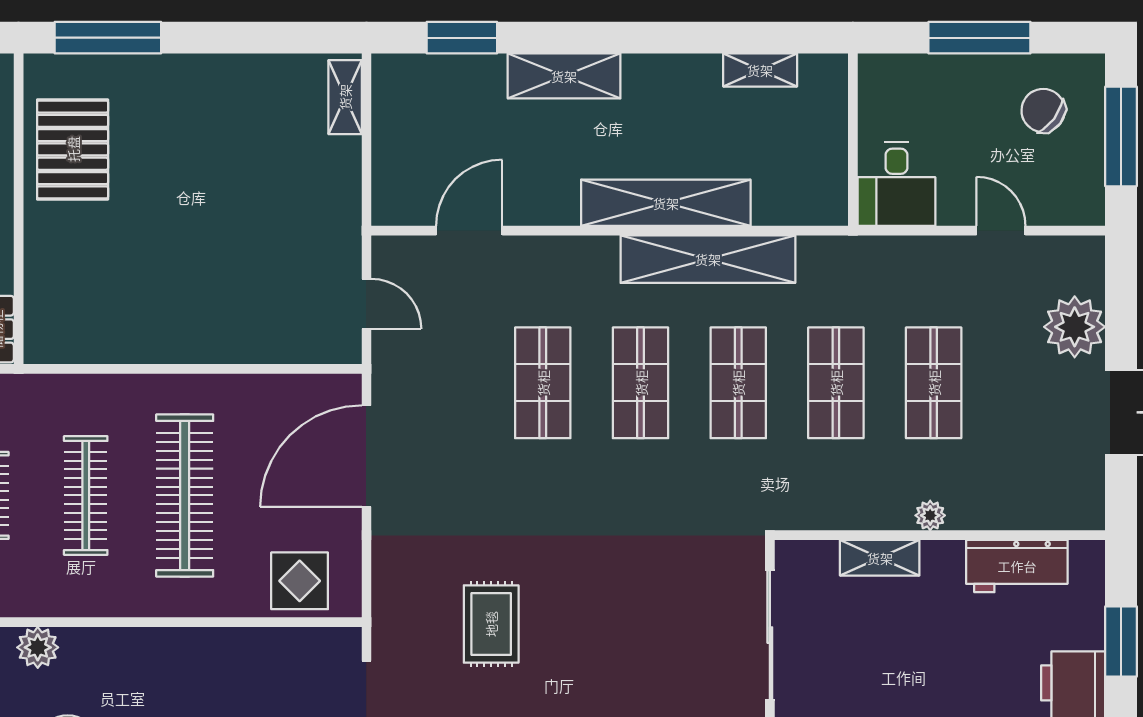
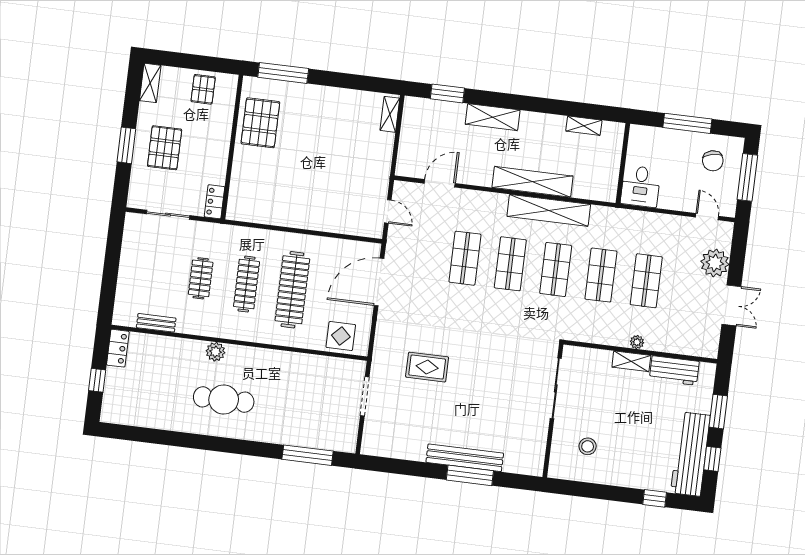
chair: (1043, 110) -> (713, 161), turned -140
door: (1001, 231) -> (707, 217), moved
shelving: (880, 558) -> (631, 361), moved
rug: (491, 624) -> (427, 367), turned 90

